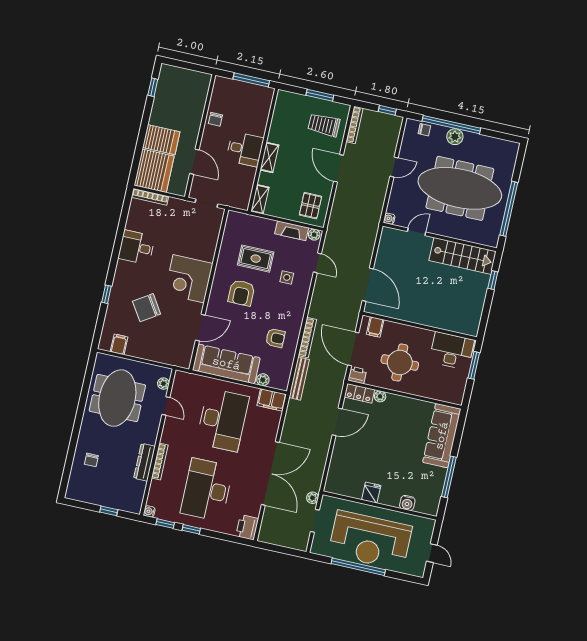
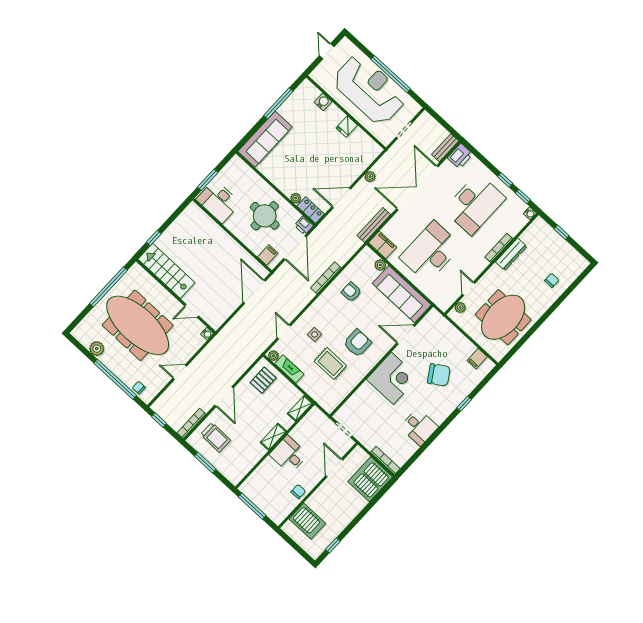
plant: (455, 137) -> (97, 349), moved
server rack: (161, 140) -> (307, 521), moved, turned 180
bench: (299, 379) -> (374, 225), moved
plant: (313, 498) -> (370, 177), moved
bench: (266, 527) -> (445, 148), added

